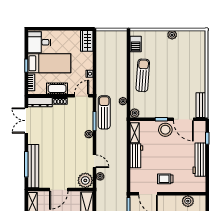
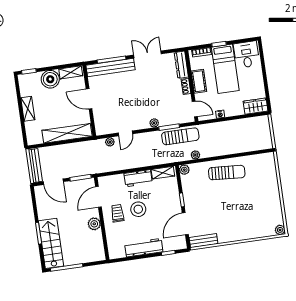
plant: (172, 35) -> (280, 230), moved
barbecue: (136, 44) -> (260, 160), removed
double door: (26, 121) -> (148, 54), moved
stool: (165, 130) -> (138, 209), moved
plant: (85, 180) -> (103, 126), removed
plant: (188, 201) -> (94, 224), moved

